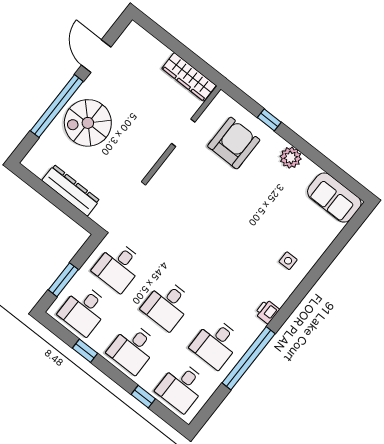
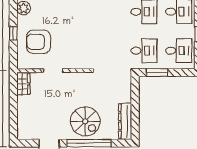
wardrobe: (189, 77) -> (23, 84), width x0.67
dresser: (71, 190) -> (125, 121), moved
window: (63, 280) -> (157, 73), moved

